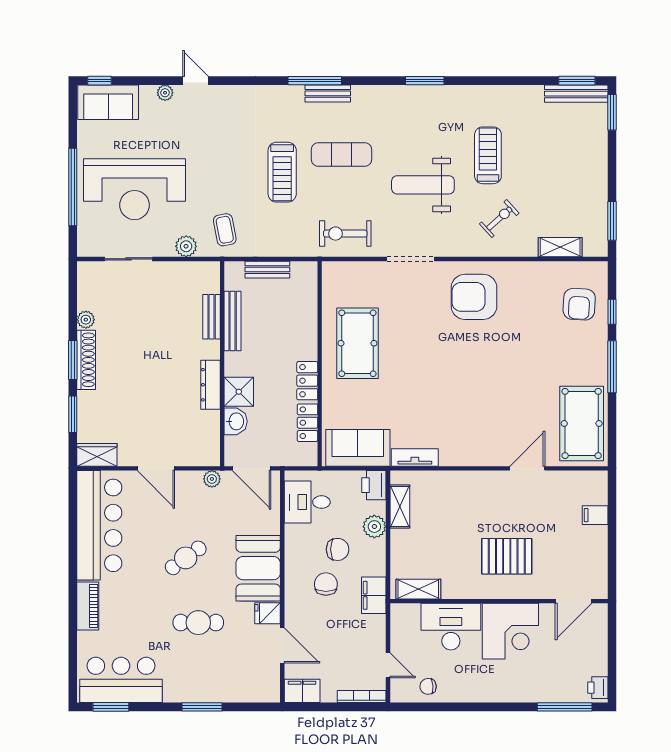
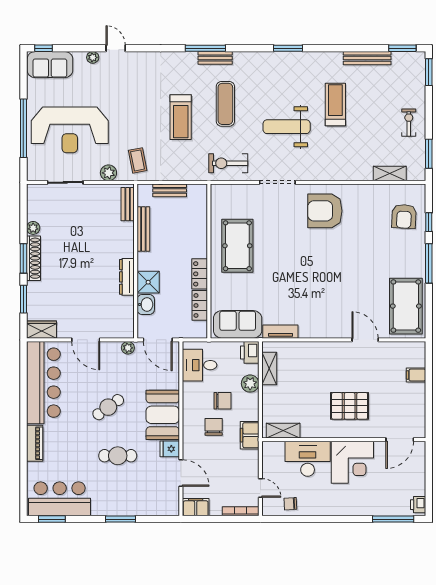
bench: (576, 94) -> (367, 58), moved
exercise mat: (342, 155) -> (225, 104), turned 90
exercise bike: (499, 219) -> (409, 123), moved, turned -48
bench: (212, 317) -> (128, 204), moved
door: (527, 468) -> (365, 340), hinge flipped

